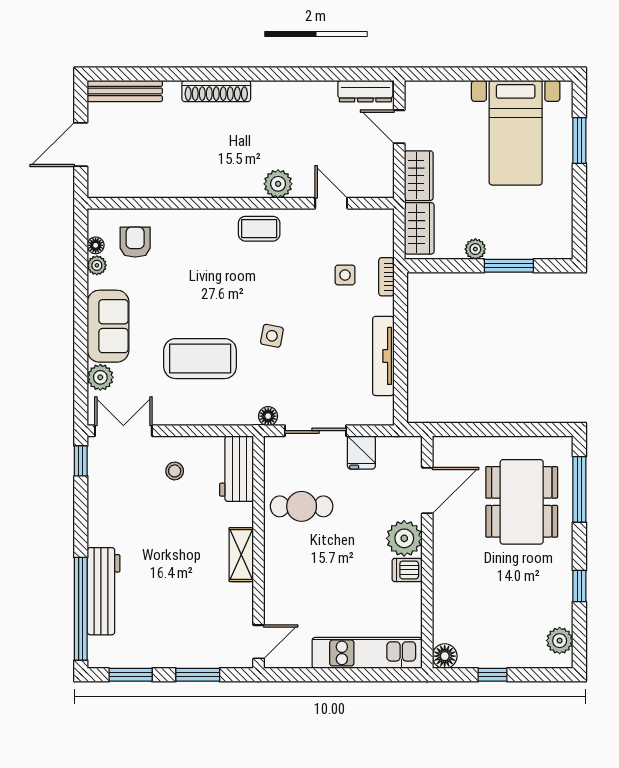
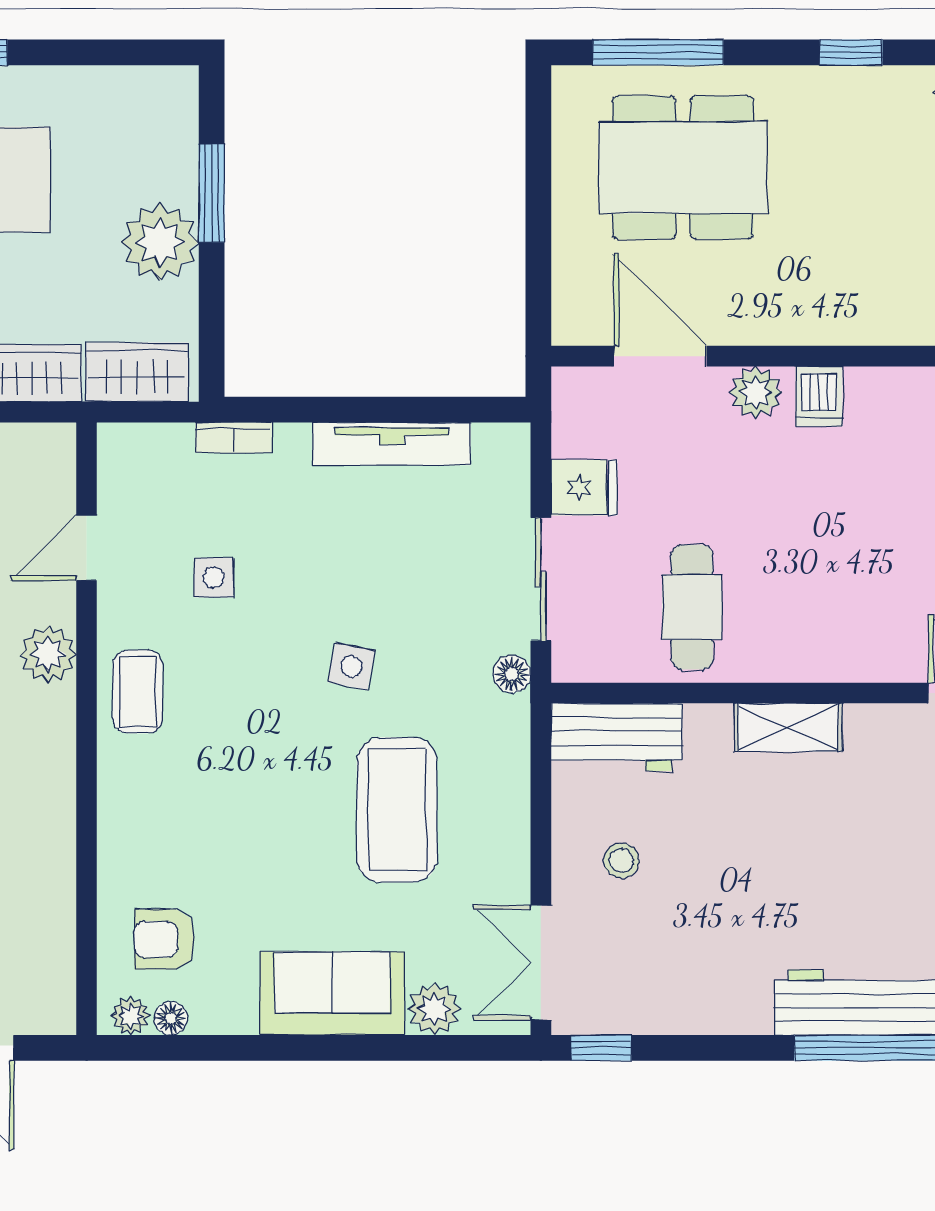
plant: (475, 249) -> (160, 242), width x1.88, depth x1.88
plant: (97, 265) -> (131, 1016), moved
side table: (345, 275) -> (214, 578), moved
plant: (404, 538) -> (756, 392), width x0.73, depth x0.73

